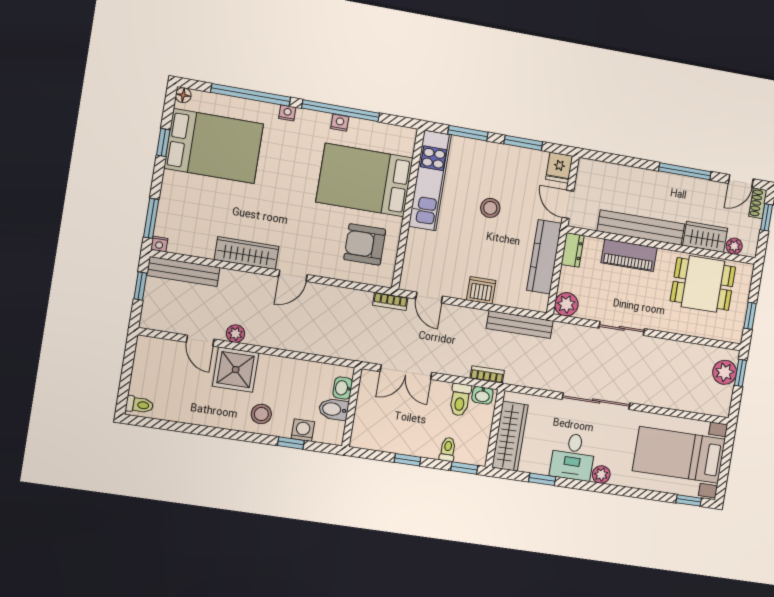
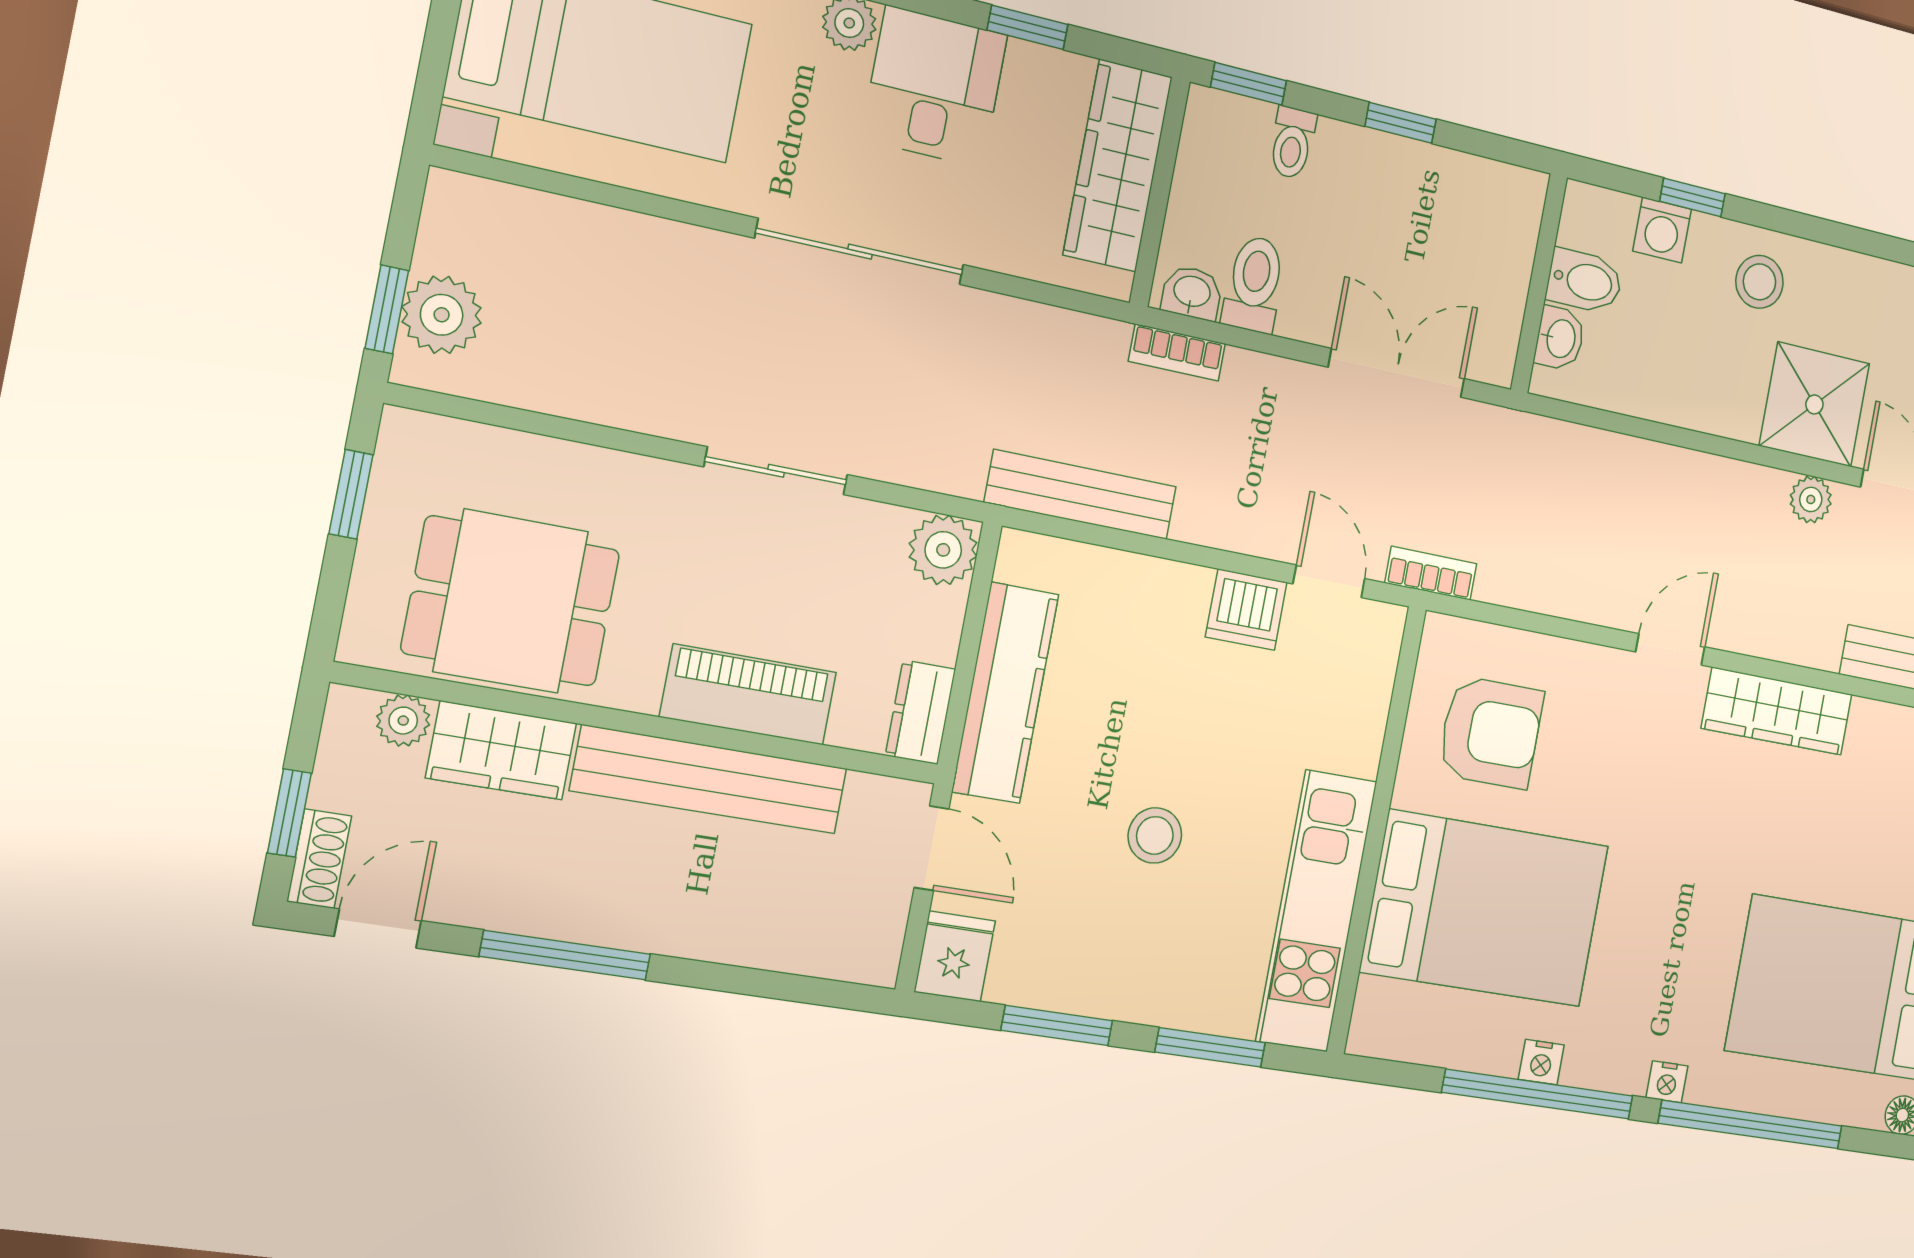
dishwasher: (481, 290) -> (1246, 610), moved

